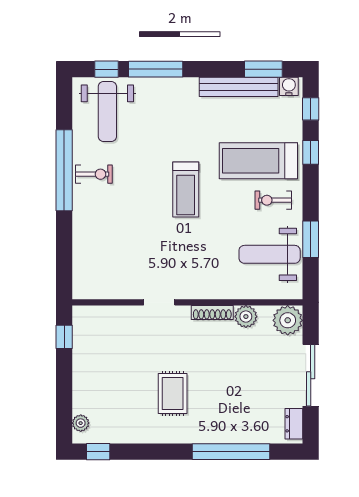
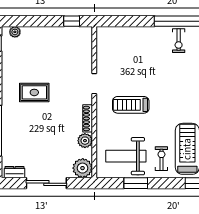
treadmill: (186, 190) -> (131, 105), moved
weight bench: (270, 254) -> (126, 156), turned -90

